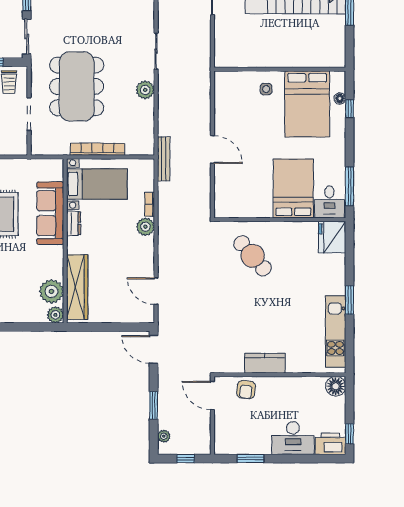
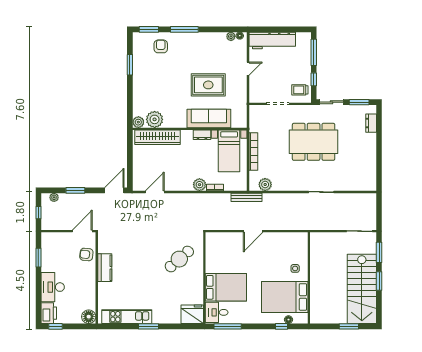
dining table: (77, 86) -> (314, 142), moved
plant: (145, 90) -> (265, 185), moved

